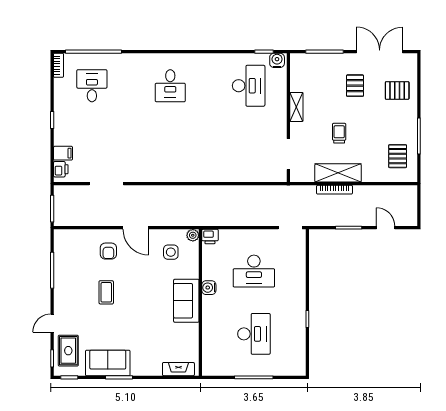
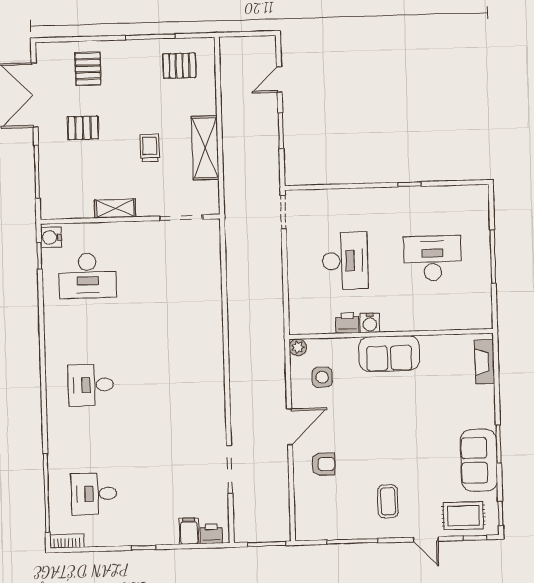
desk: (170, 86) -> (91, 385), turned 180
desk: (249, 86) -> (88, 276), turned 180
trolley: (339, 133) -> (150, 148), turned 90
bookcase: (334, 190) -> (229, 152), removed
printer: (210, 237) -> (347, 323), moved, turned -90
coffee table: (106, 292) -> (388, 501), moved, turned 90

